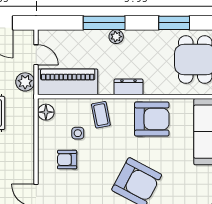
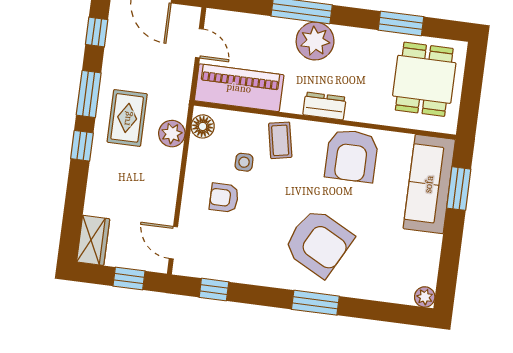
plant: (116, 37) -> (315, 41), width x1.87, depth x1.87
plant: (25, 82) -> (172, 134), moved
armchair: (152, 119) -> (352, 156), turned 90

